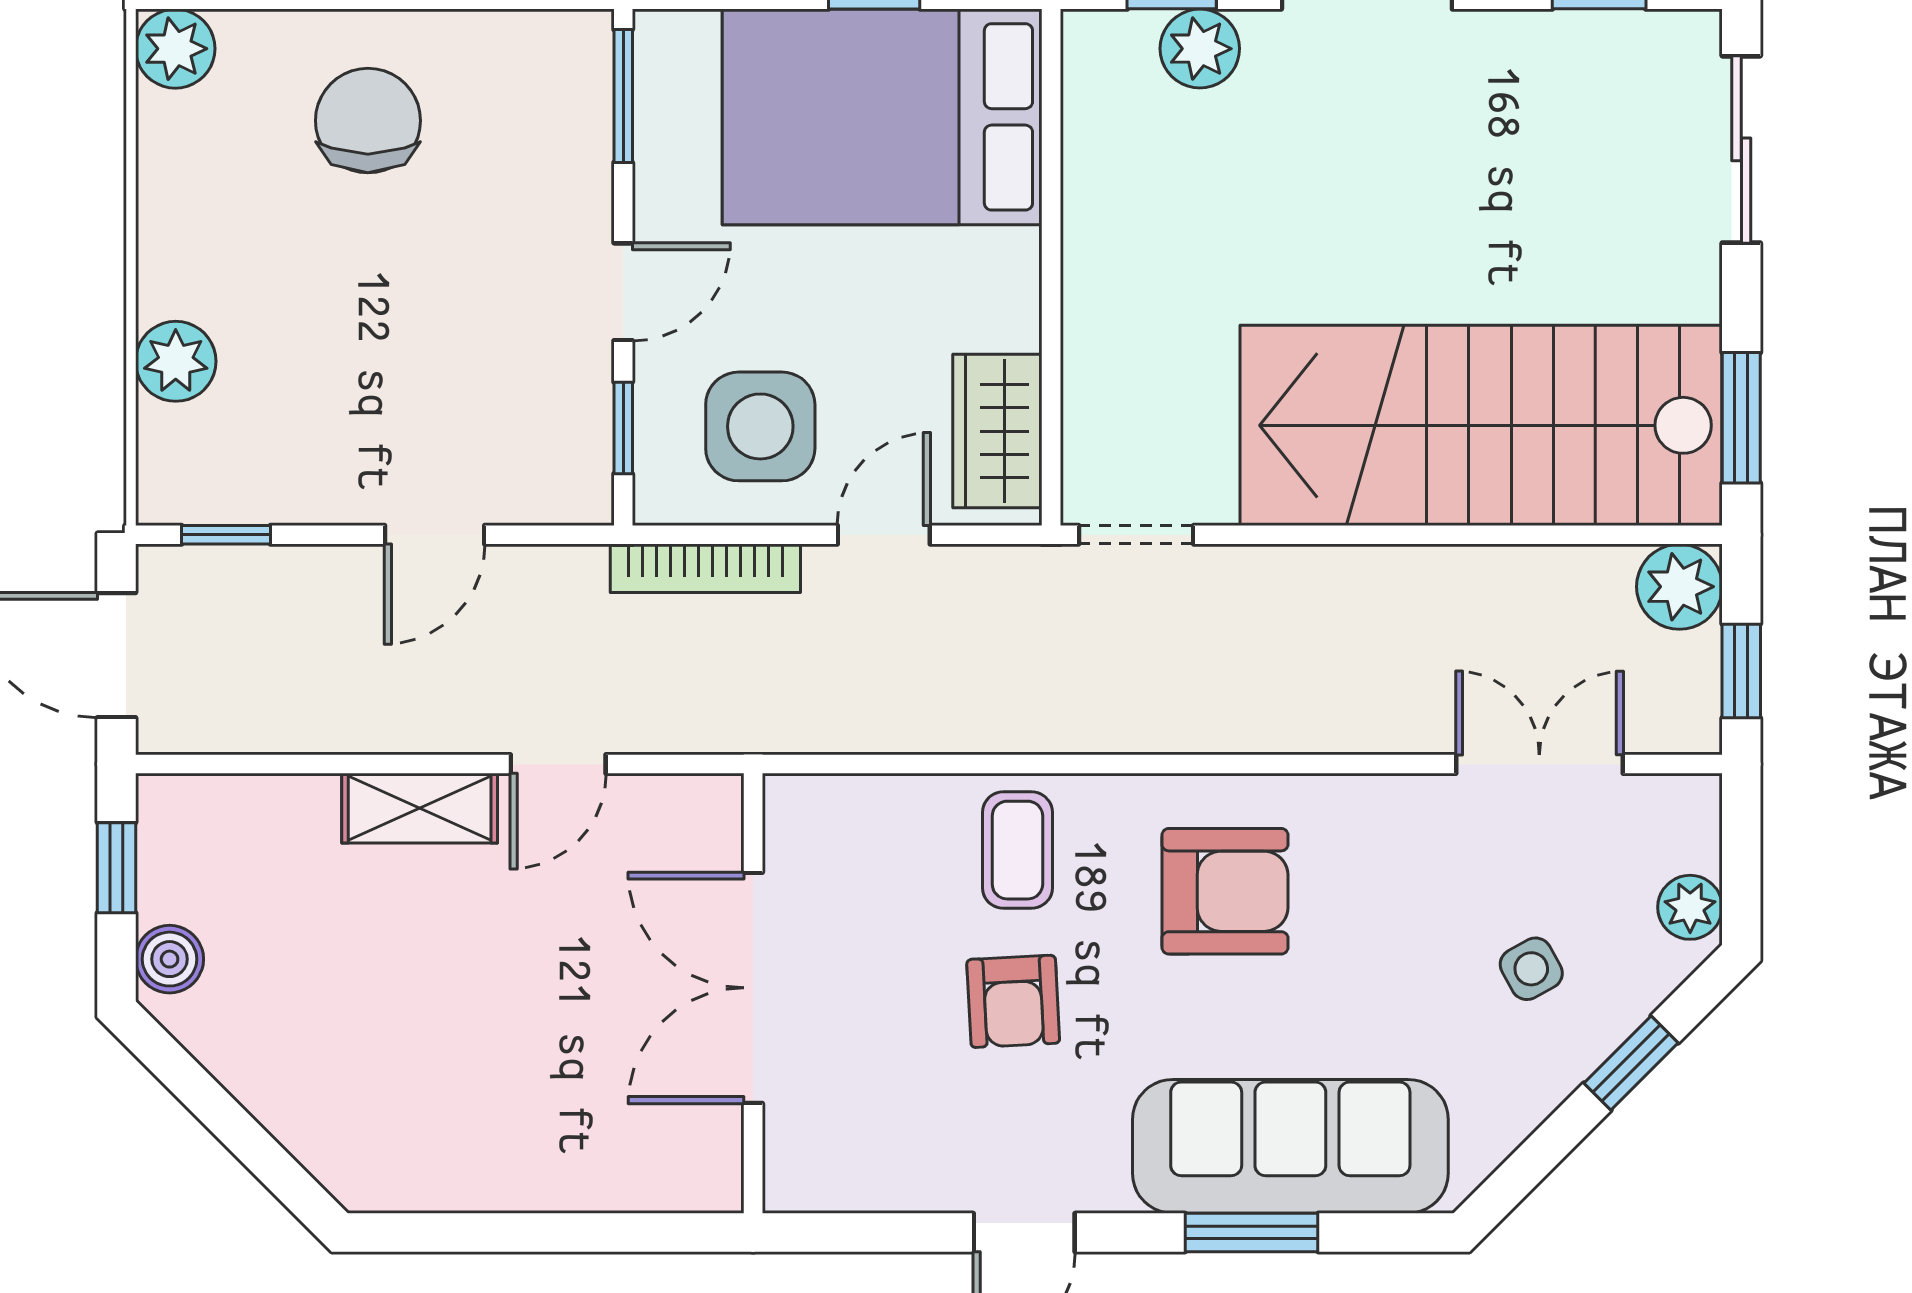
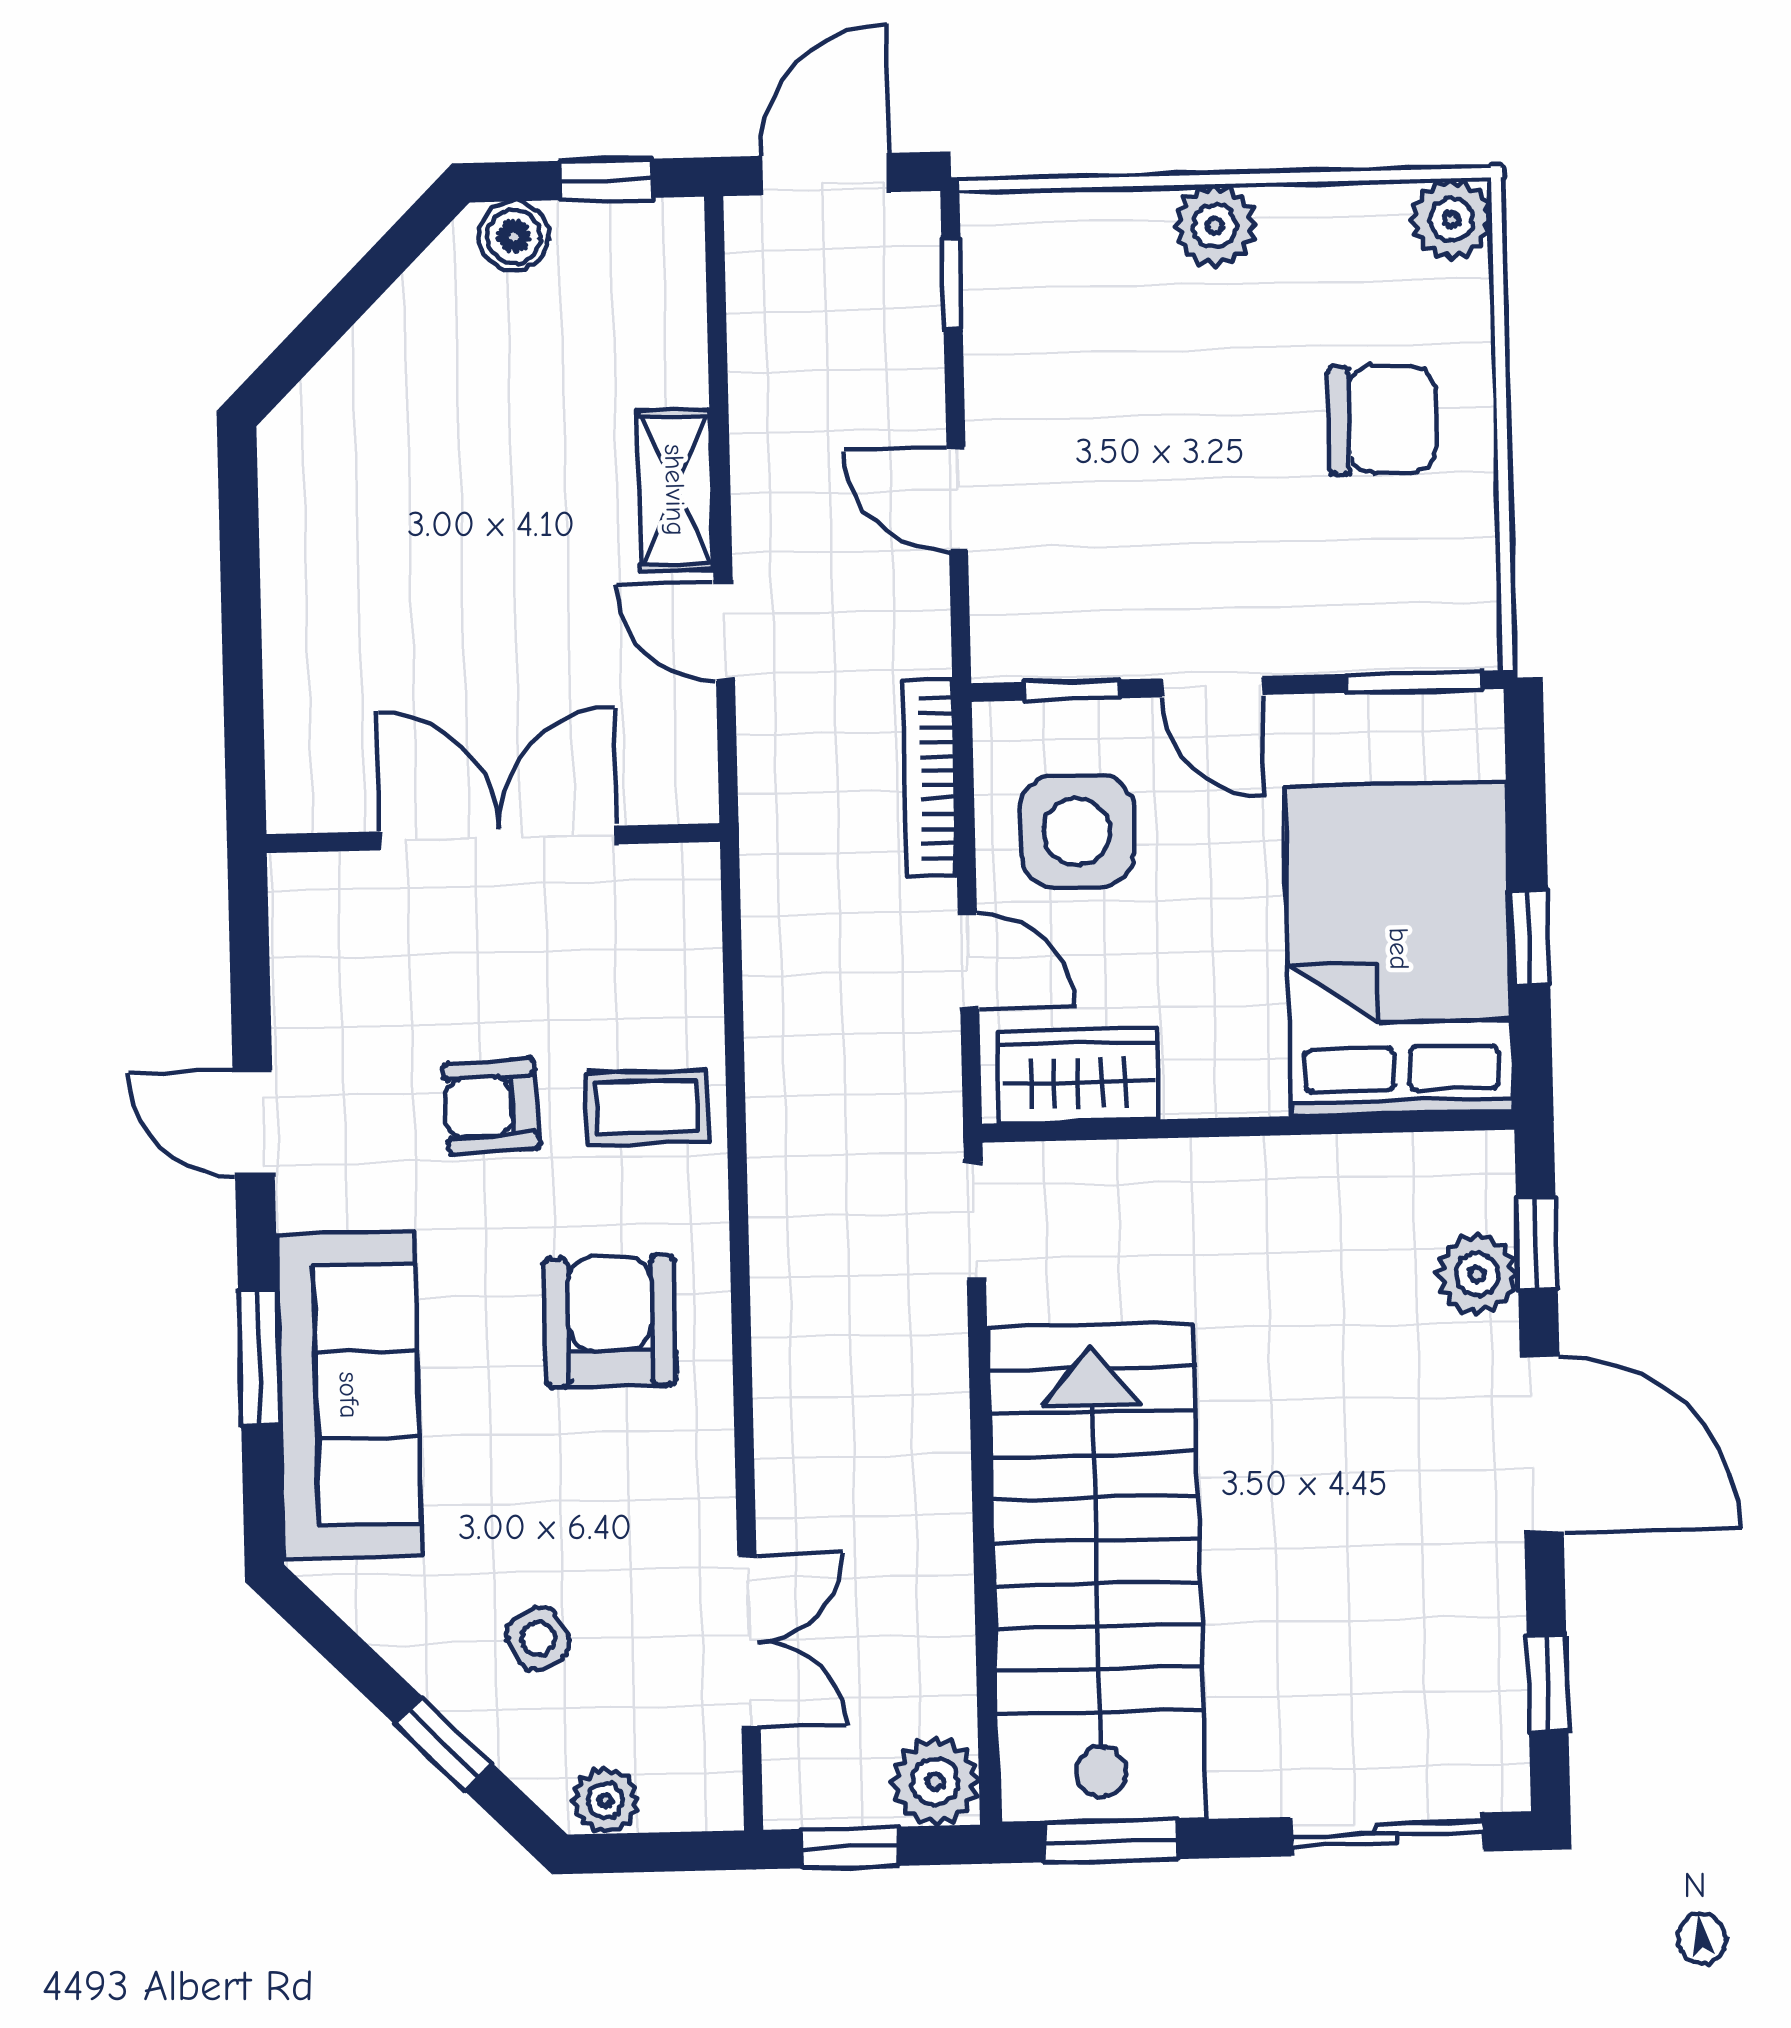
plant: (176, 361) -> (1215, 226), moved
armchair: (1225, 891) -> (610, 1321), turned 180

